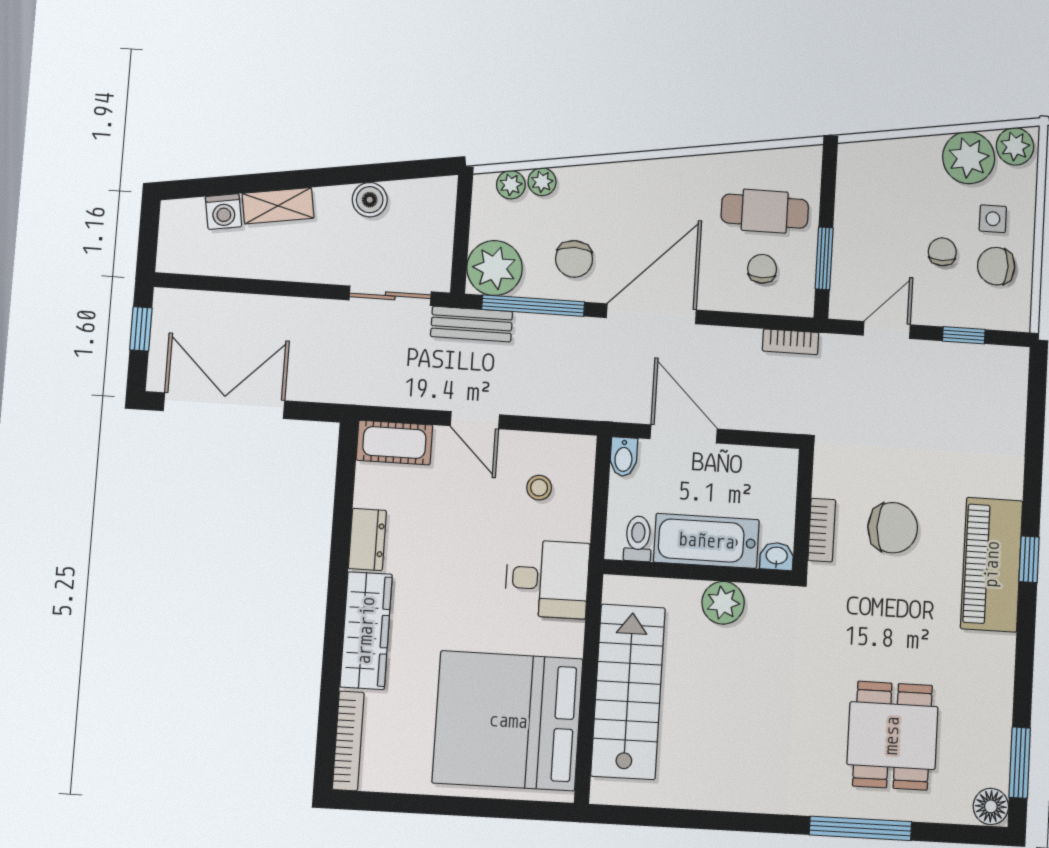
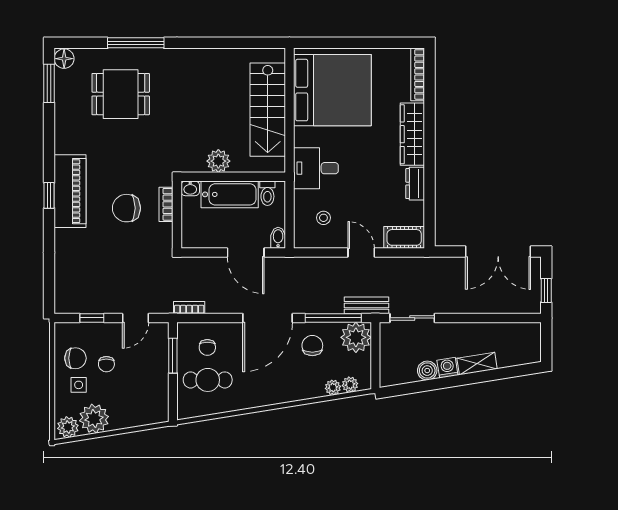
washing machine: (224, 212) -> (447, 368), moved
dining table: (892, 736) -> (121, 94), turned 90

